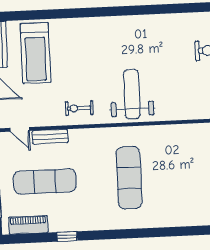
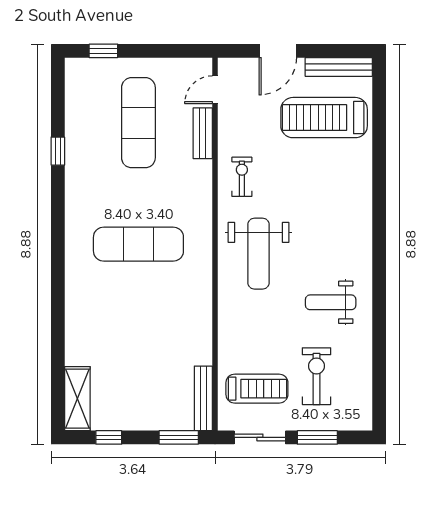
weight bench: (163, 43) -> (331, 302), added
weight bench: (132, 94) -> (258, 254), turned 90
piano: (28, 225) -> (77, 96), removed

